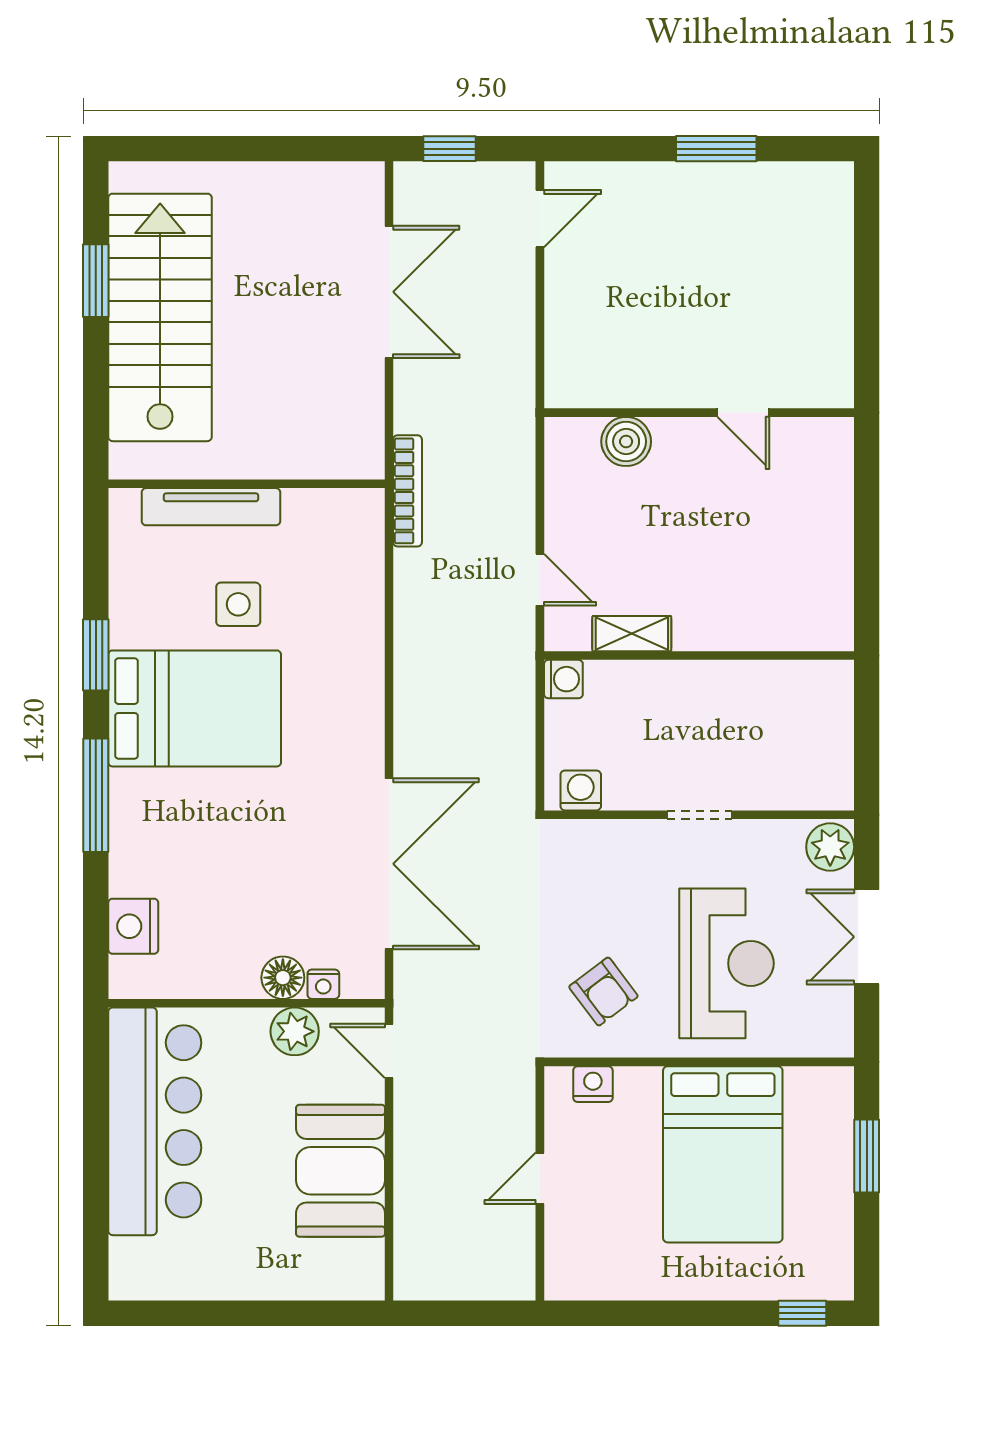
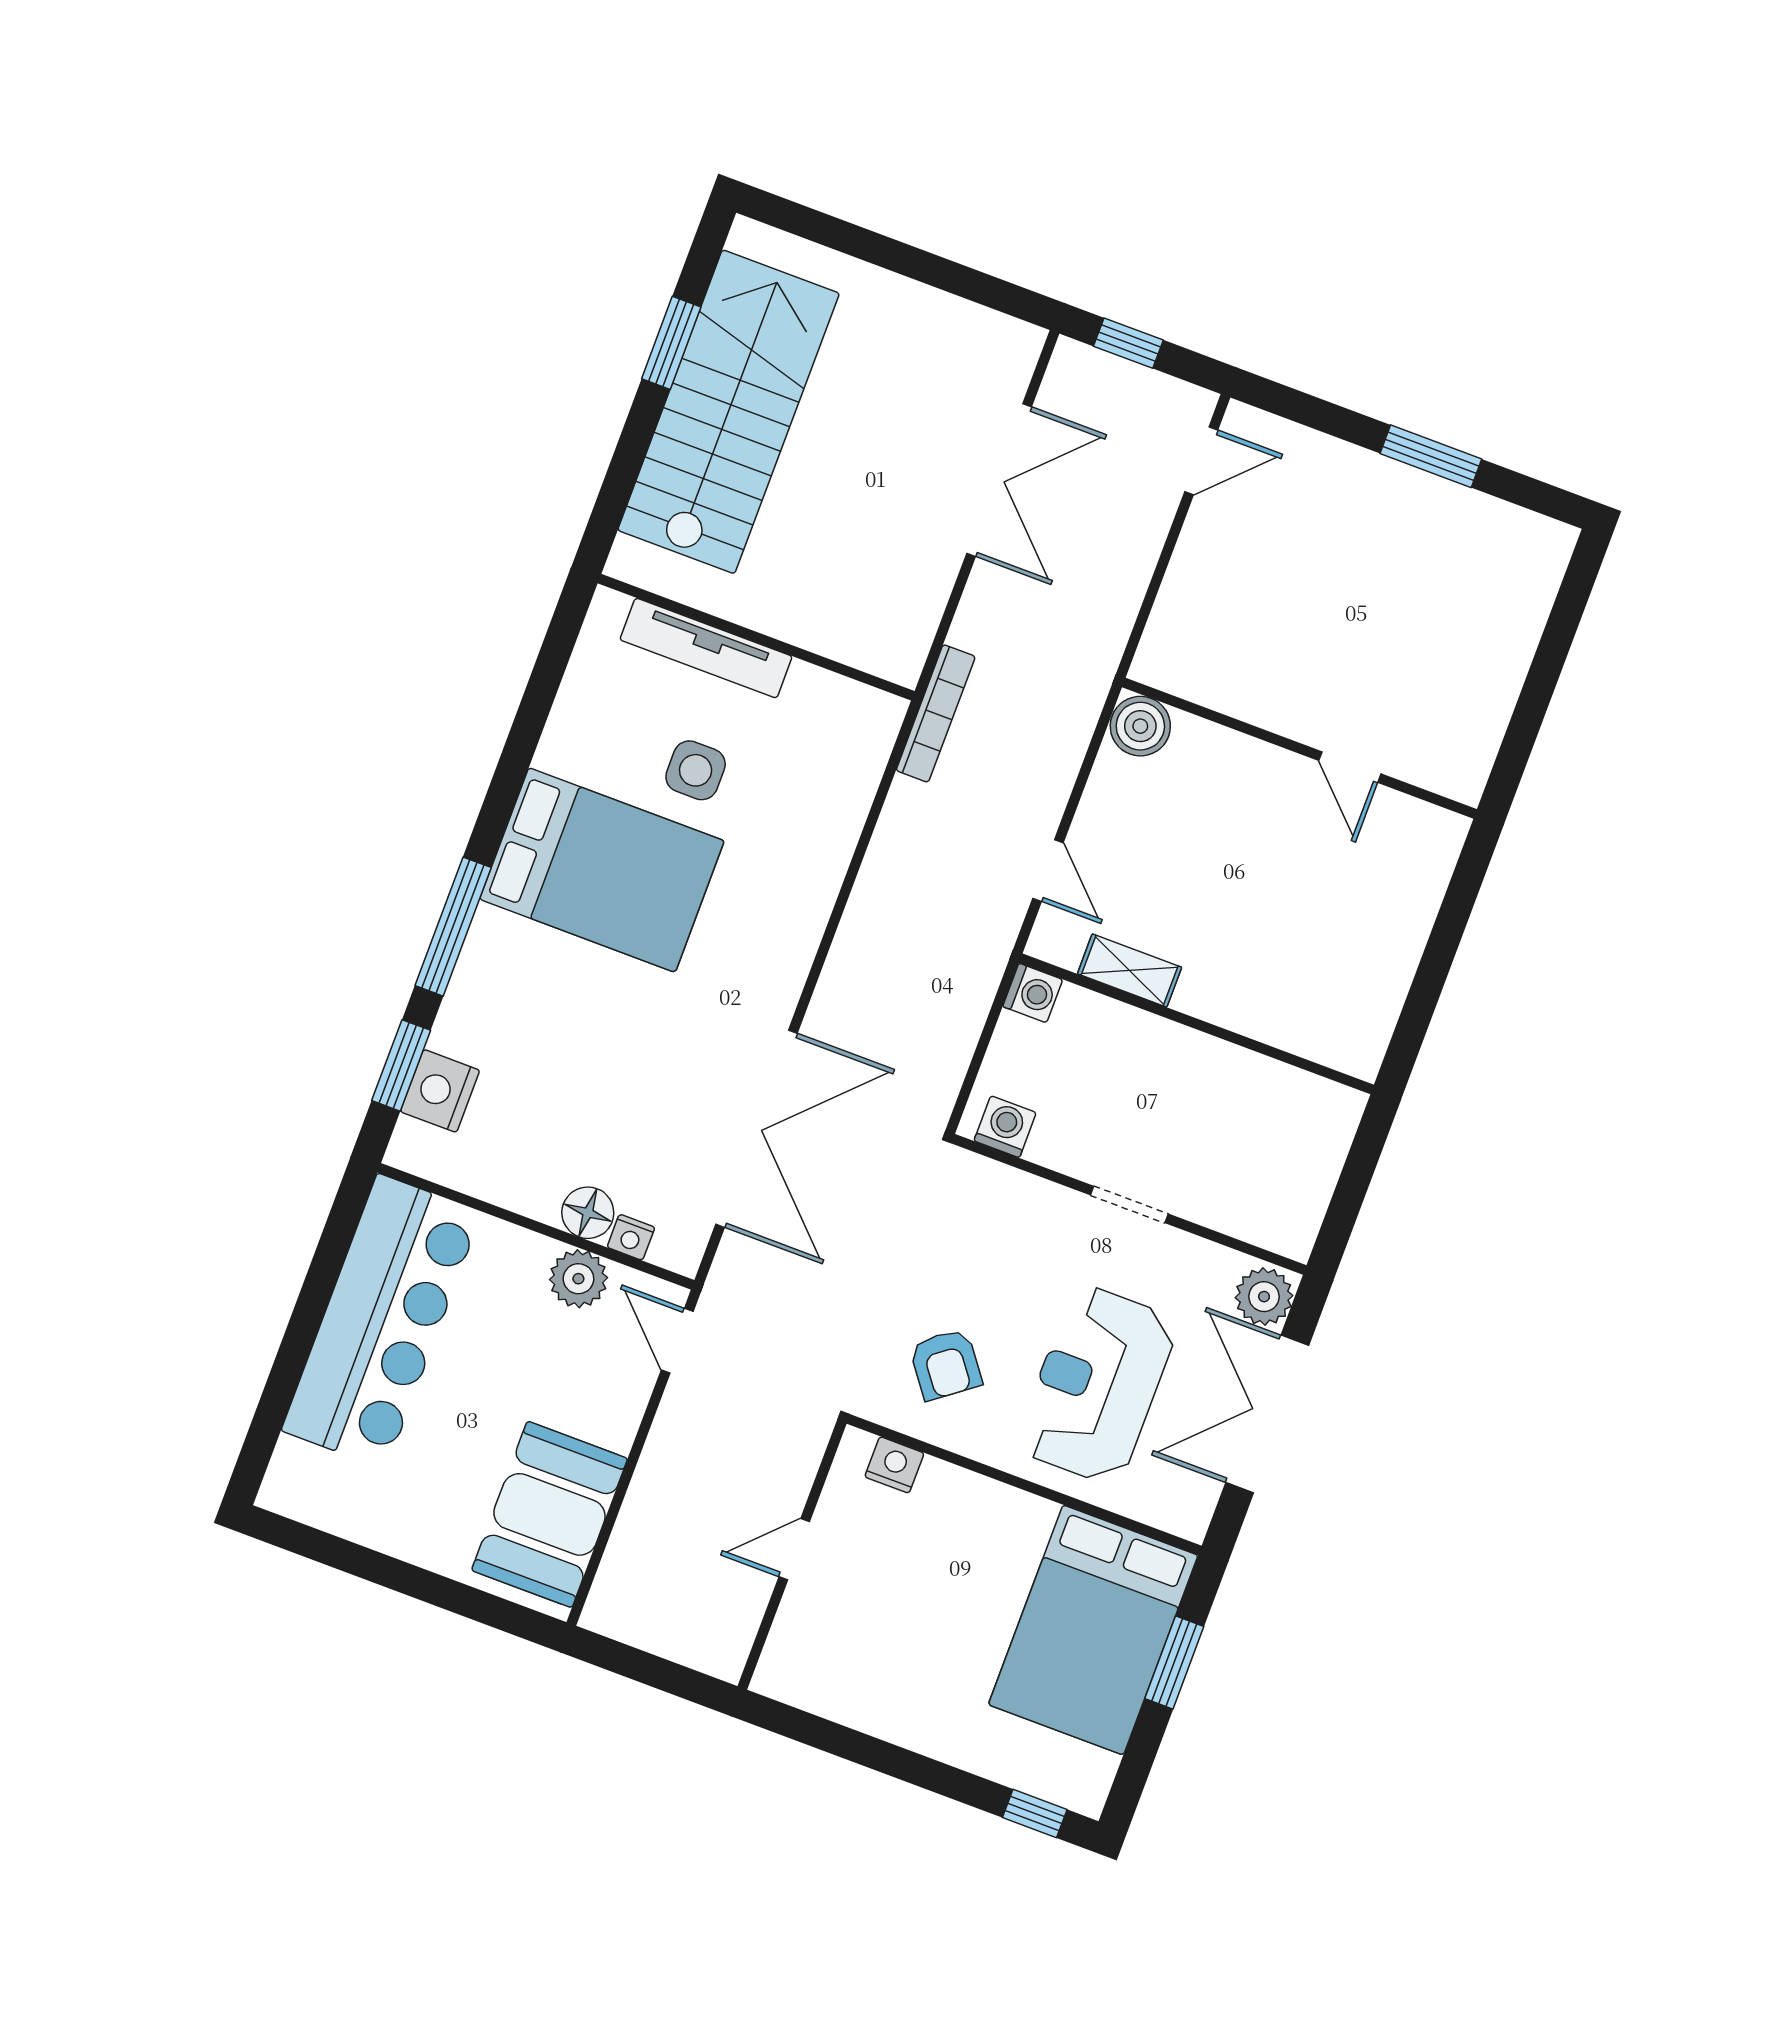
boiler: (626, 441) -> (1140, 726), moved
window: (96, 655) -> (401, 1065), moved
double door: (867, 937) -> (1267, 1414), width x1.37
reception desk: (726, 963) -> (1097, 1385), turned 180
bed: (723, 1154) -> (1093, 1630), moved
booth: (341, 1171) -> (550, 1514), moved

